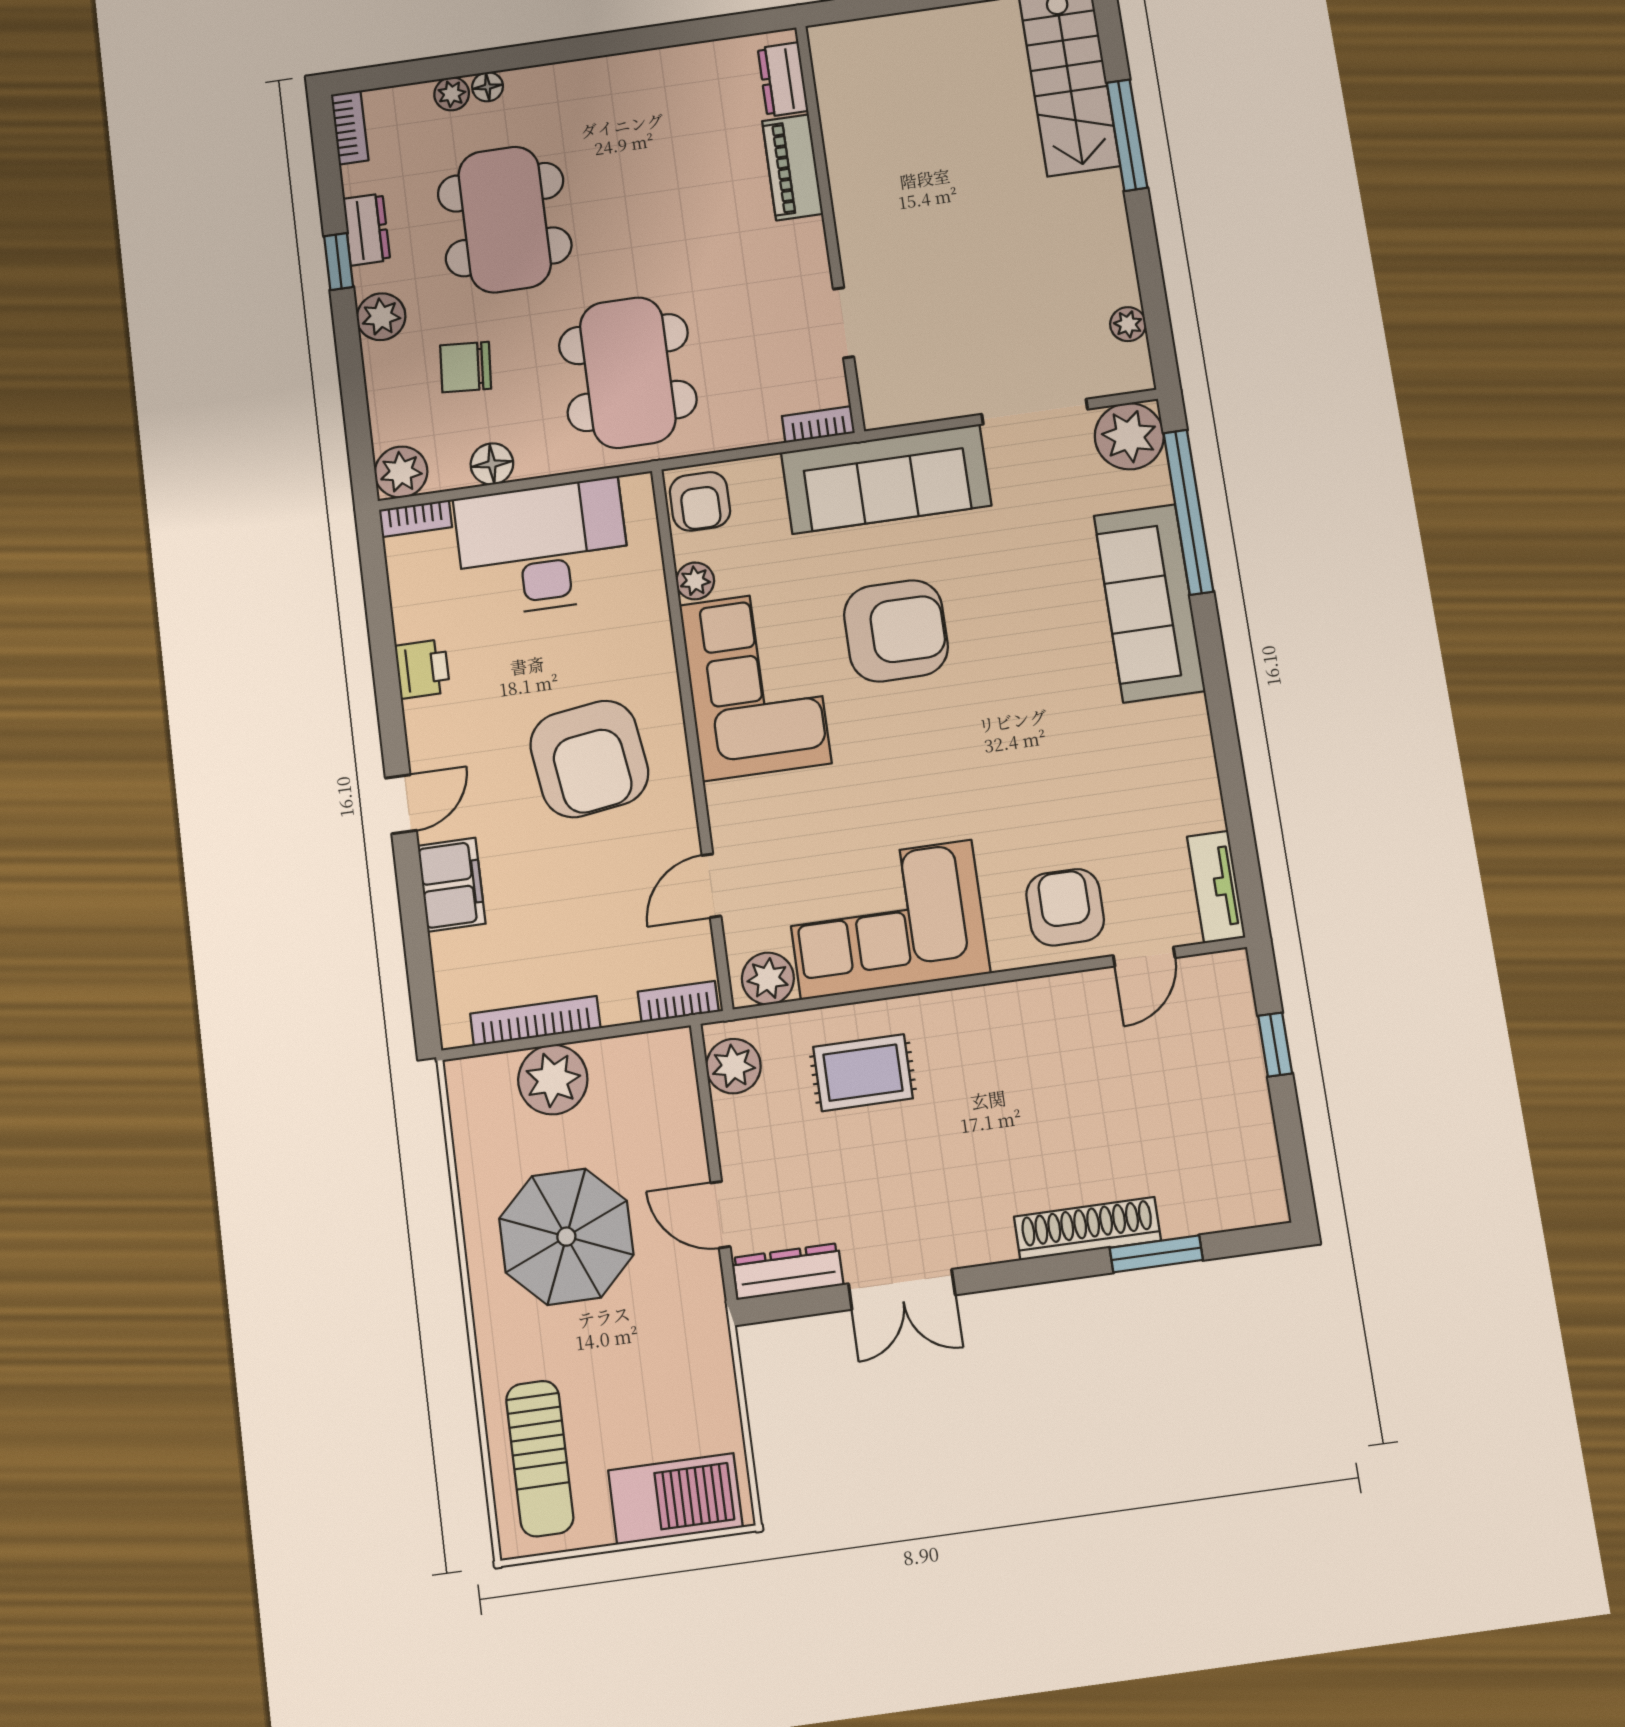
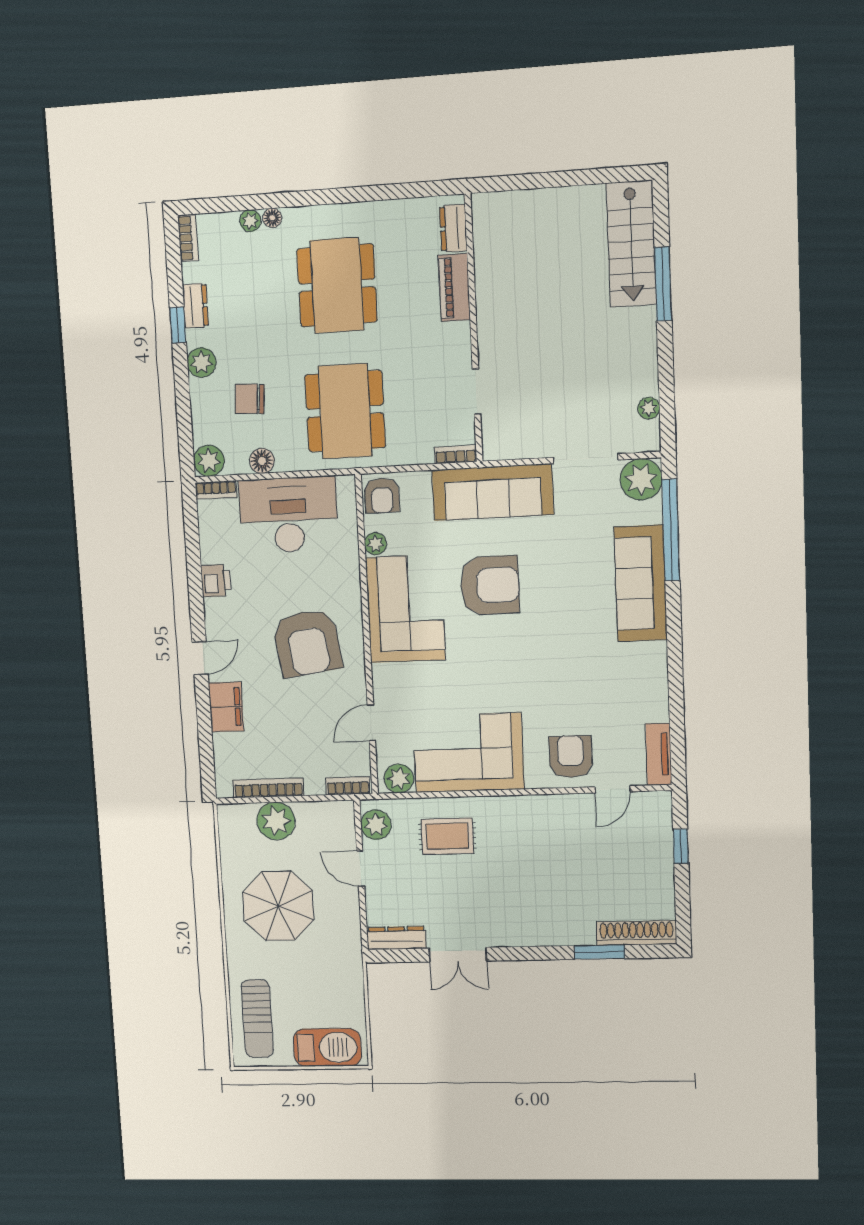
dining table: (505, 219) -> (337, 285), moved
door: (720, 1215) -> (360, 869), moved
shoe rack: (1087, 1229) -> (636, 933), moved

